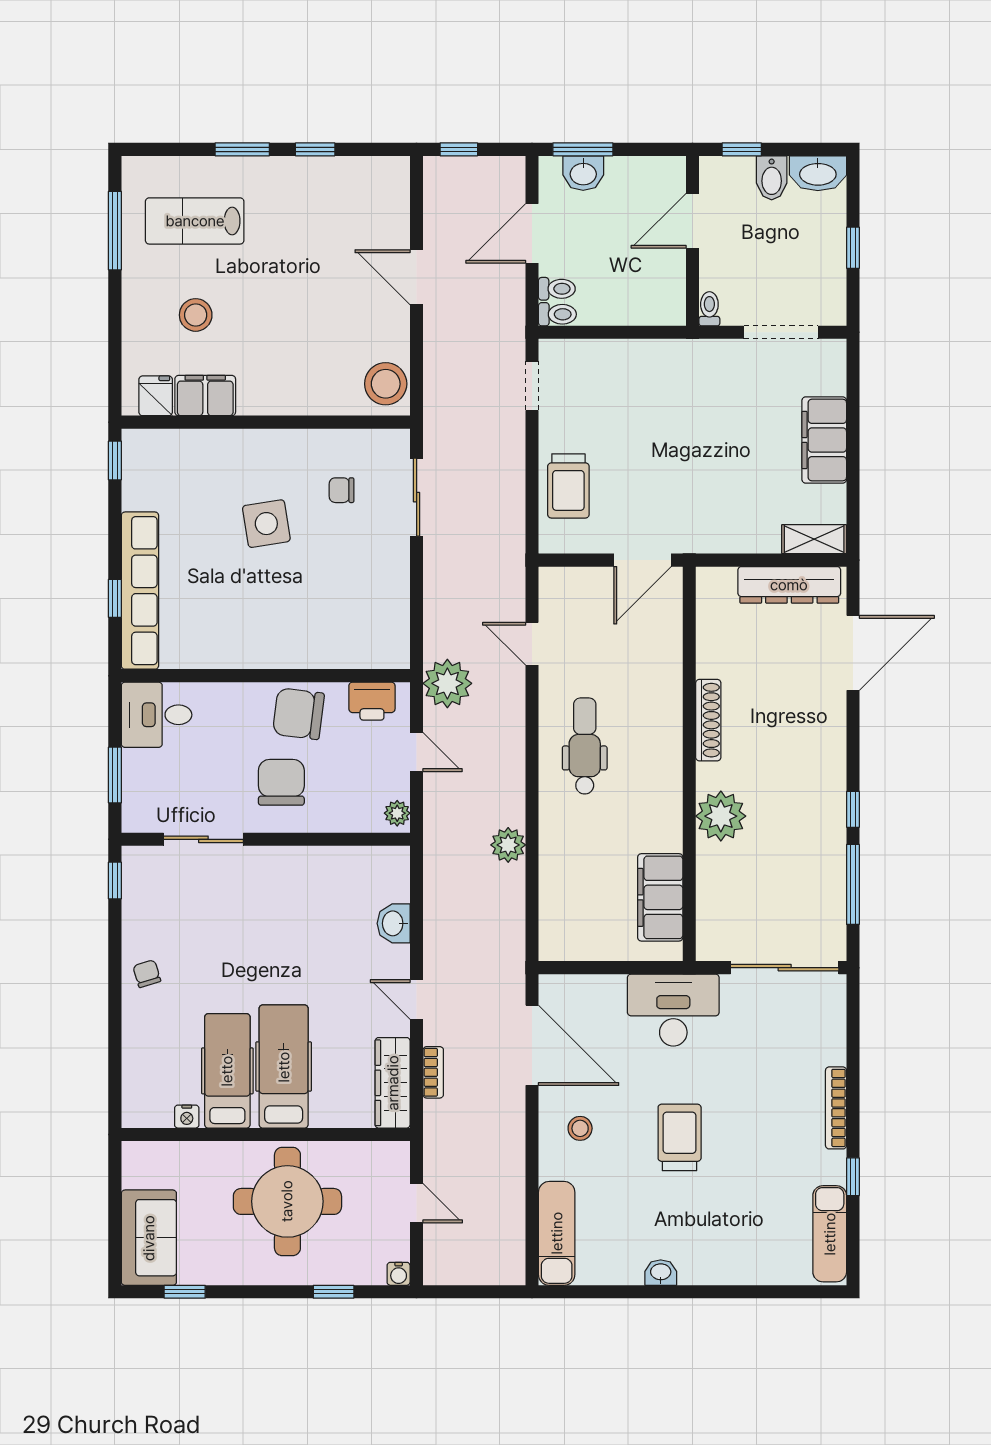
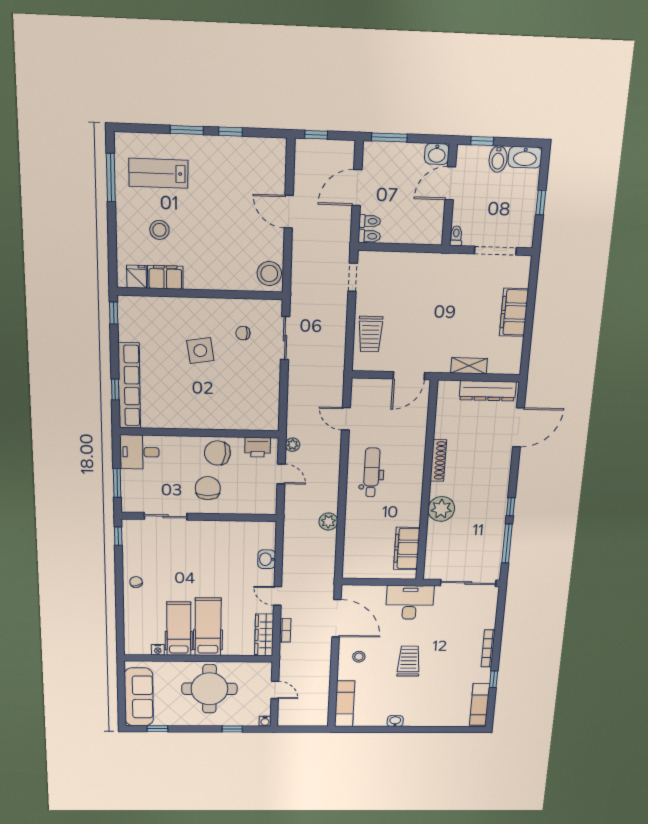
washbasin: (583, 173) -> (437, 154), moved
shelving: (814, 539) -> (469, 366), moved
plant: (447, 683) -> (293, 445), width x0.53, depth x0.53
plant: (397, 813) -> (270, 505), removed
sofa: (149, 1238) -> (139, 697), width x1.36

